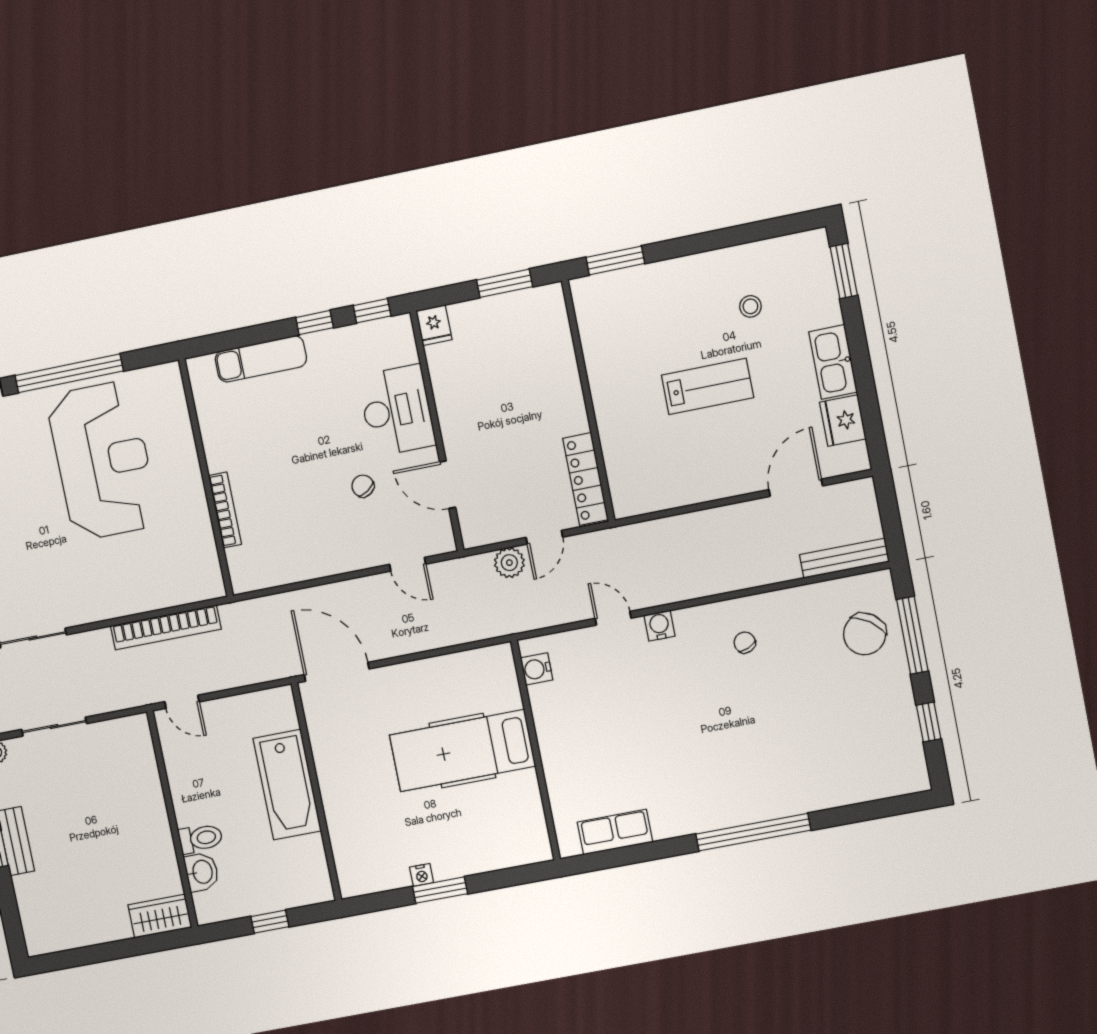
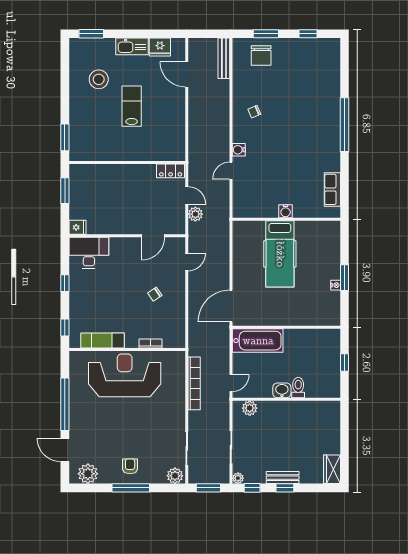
stool: (750, 306) -> (99, 79), width x1.89, depth x1.89
window: (372, 311) -> (65, 328), moved
exam couch: (261, 359) -> (102, 340), moved, turned -90
desk: (397, 411) -> (89, 253), moved
reception desk: (103, 460) -> (125, 375), moved
locker: (586, 479) -> (171, 171), width x0.66
chair: (363, 486) -> (155, 294), moved
bookcase: (225, 510) -> (150, 343), width x0.64
chair: (865, 634) -> (261, 55), turned 54
window: (912, 635) -> (266, 34), width x0.69
water cooler: (537, 669) -> (286, 211), moved
plant: (139, 749) -> (250, 408), added
bathtub: (287, 785) -> (258, 341), moved
washbasin: (202, 872) -> (282, 390), moved
wardrobe: (160, 916) -> (332, 469), moved

